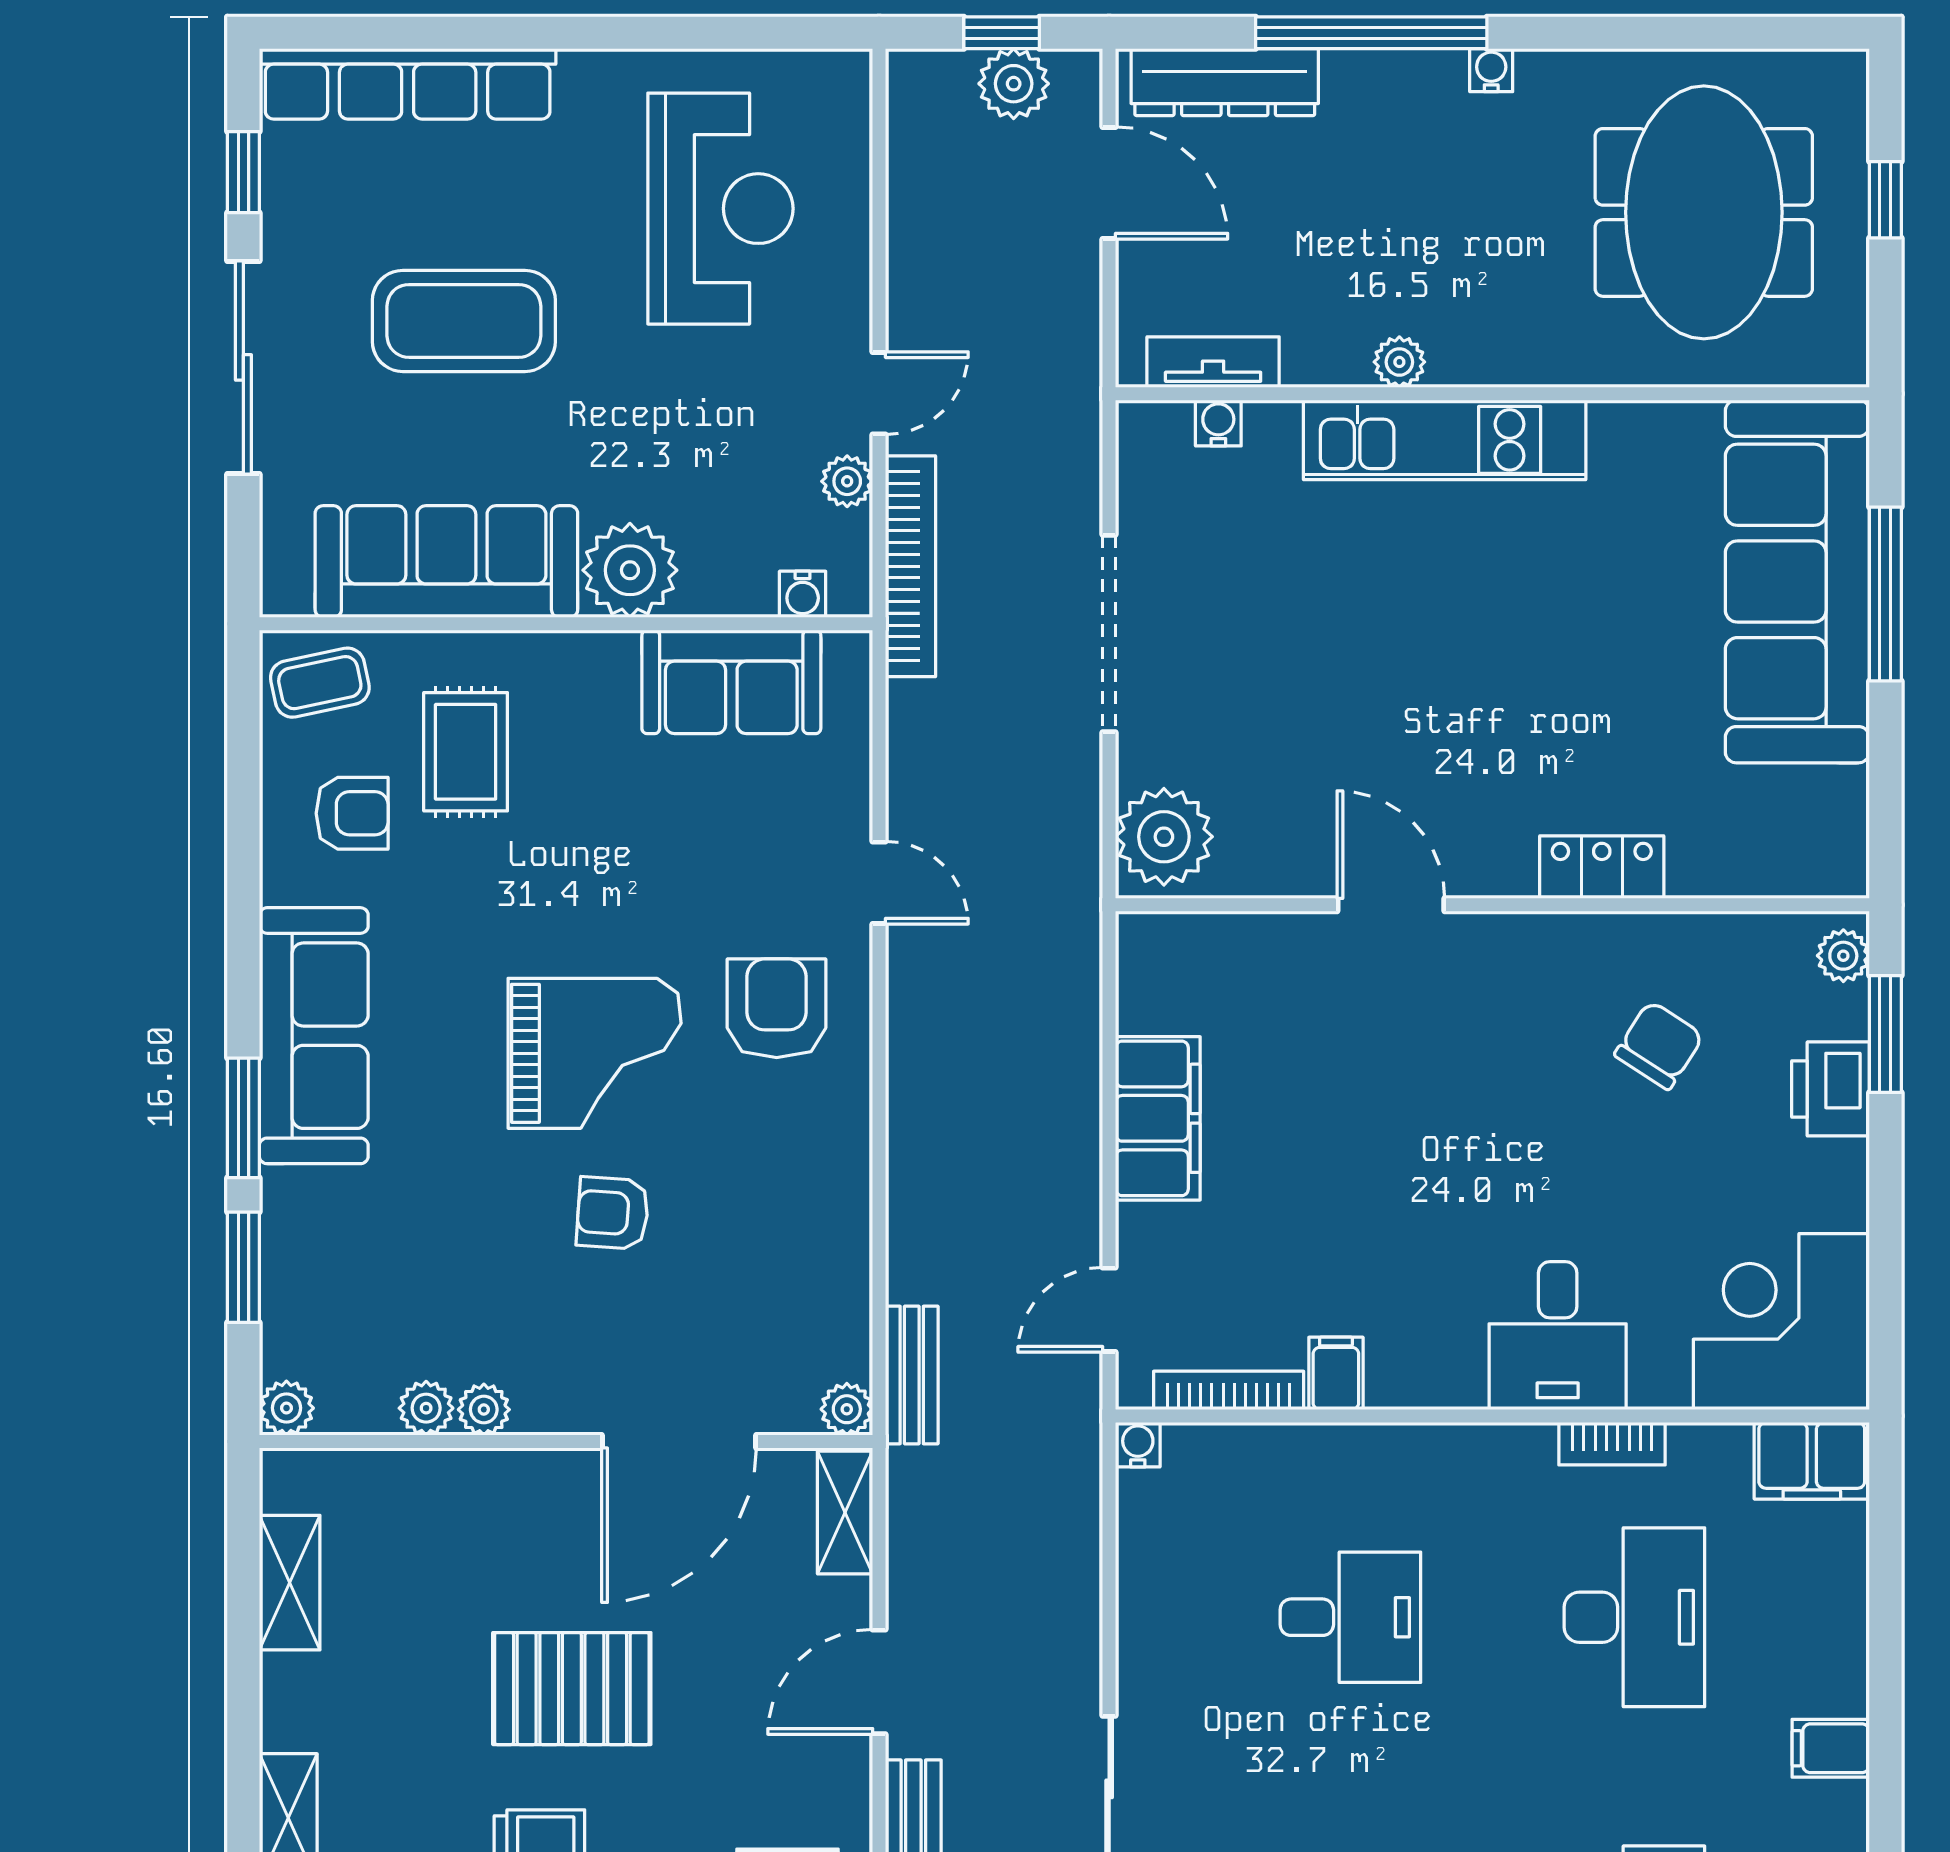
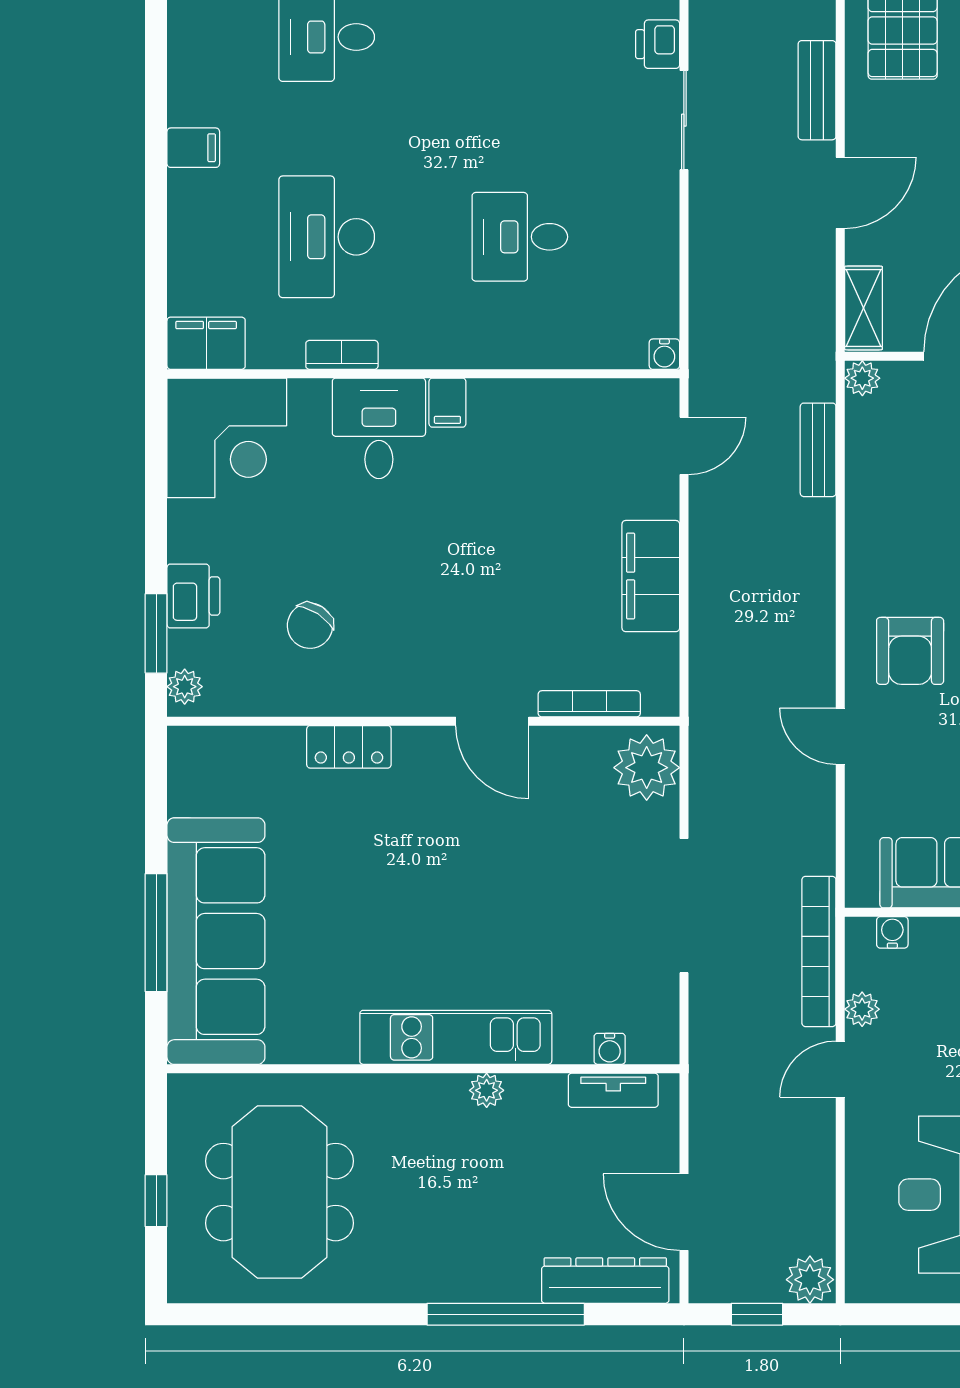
water cooler: (1491, 70) -> (424, 1289), removed
plant: (1014, 84) -> (810, 1280), moved
filing cabinet: (1336, 1373) -> (447, 403), moved
bench: (912, 1375) -> (818, 450), moved
bookcase: (1229, 1390) -> (589, 704), moved, turned 180

